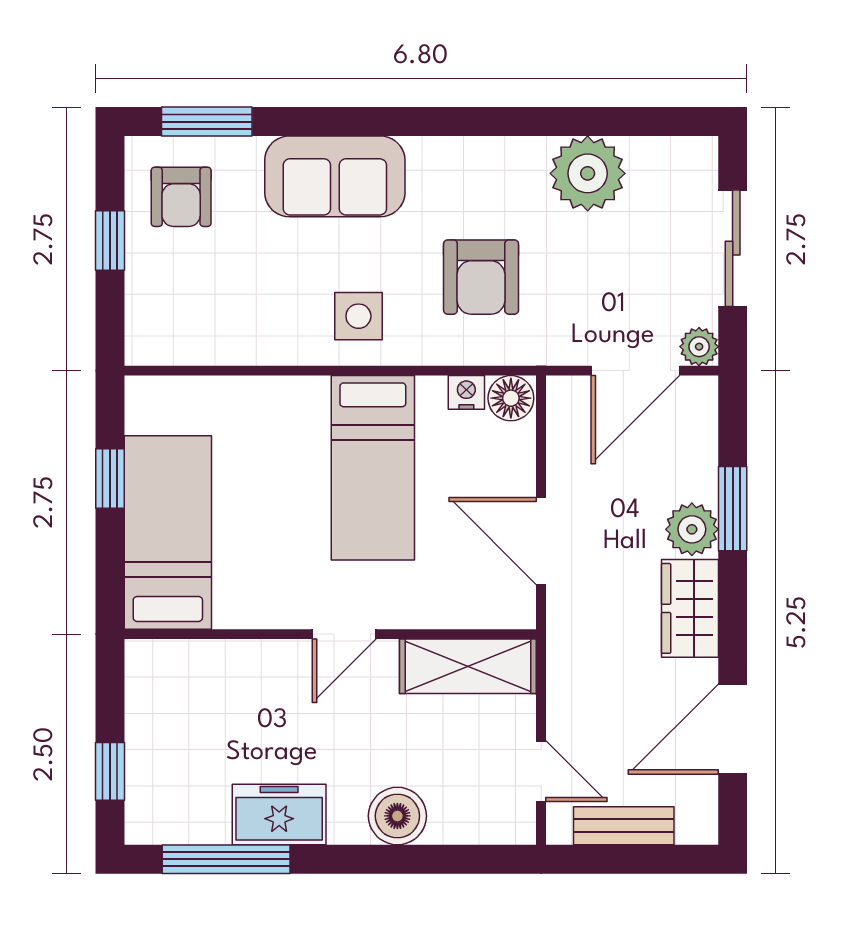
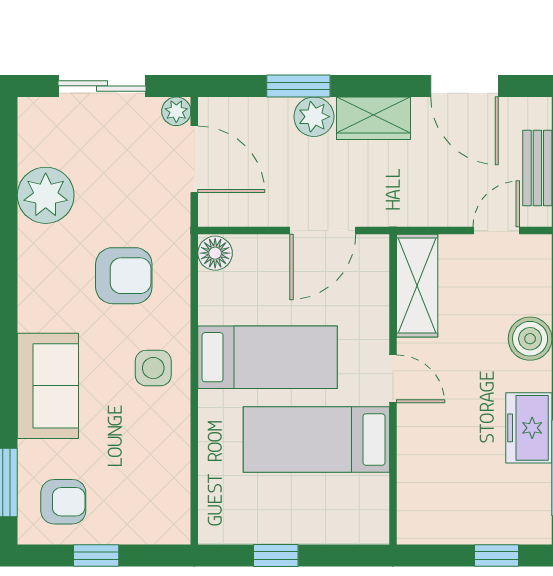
nightstand: (466, 392) -> (211, 287), removed
bed: (168, 532) -> (316, 440), moved

